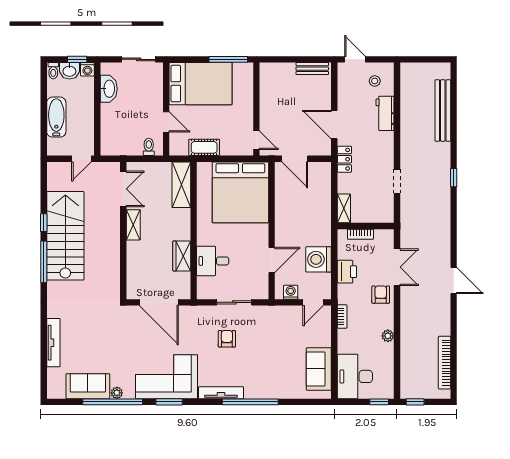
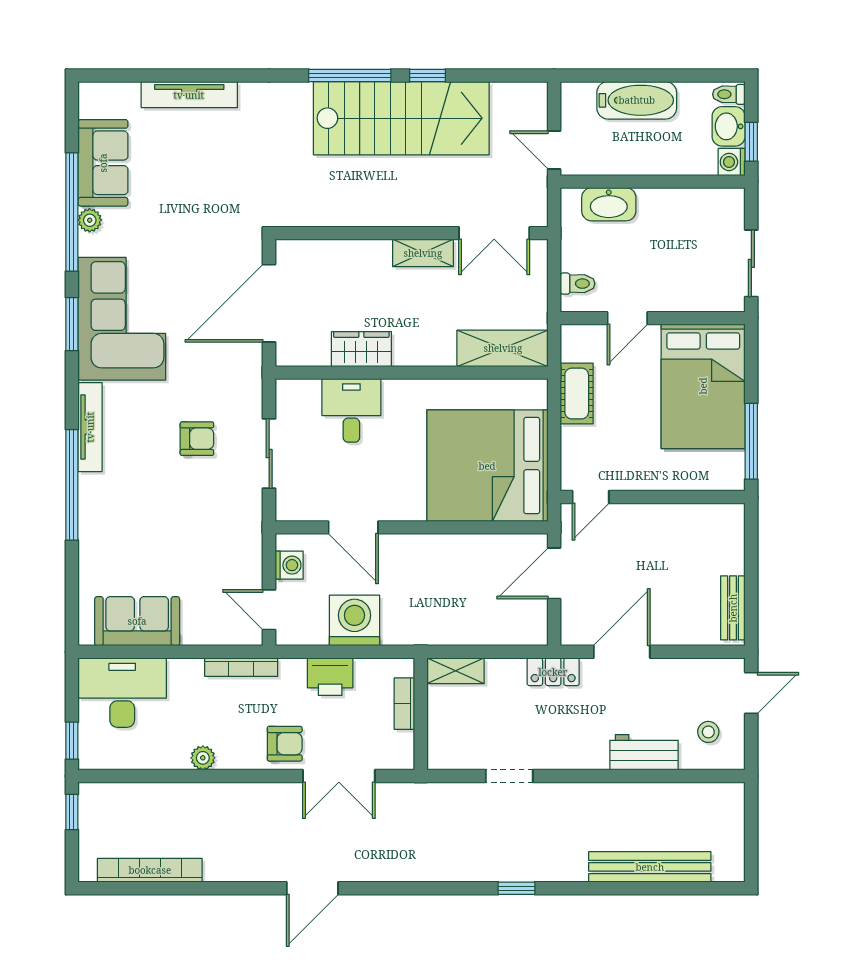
washbasin: (109, 89) -> (609, 204), moved
bookcase: (342, 317) -> (241, 667), width x1.56

